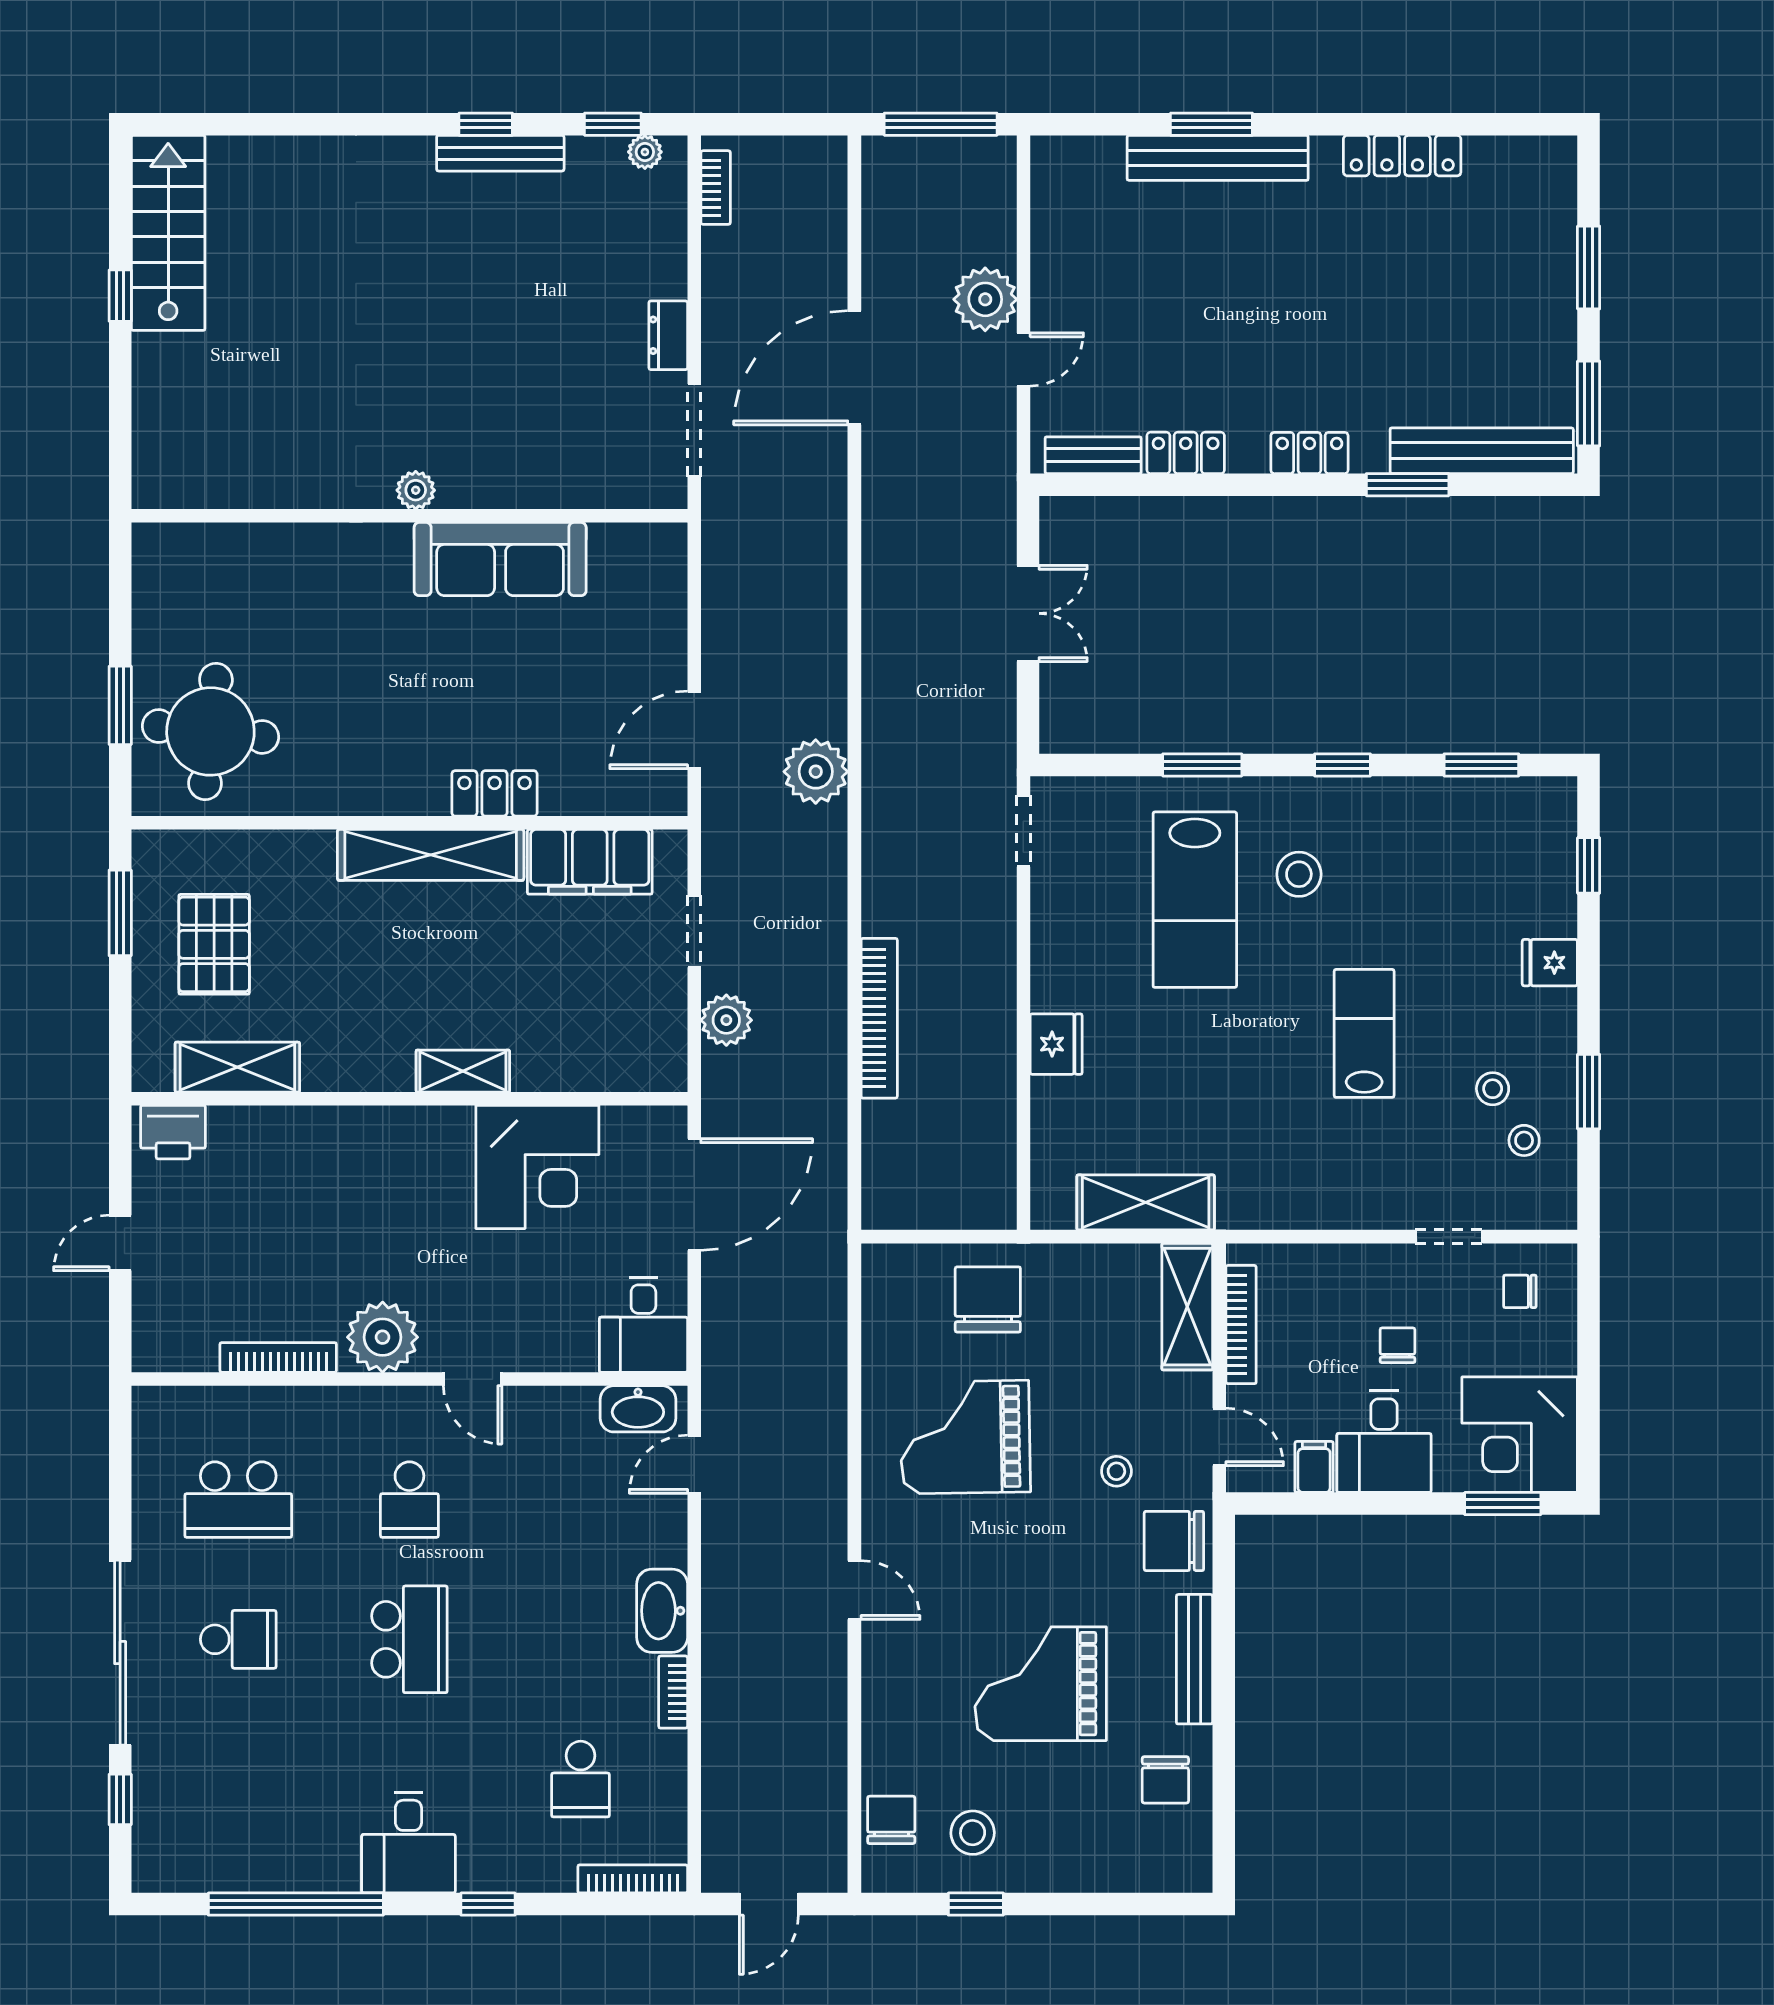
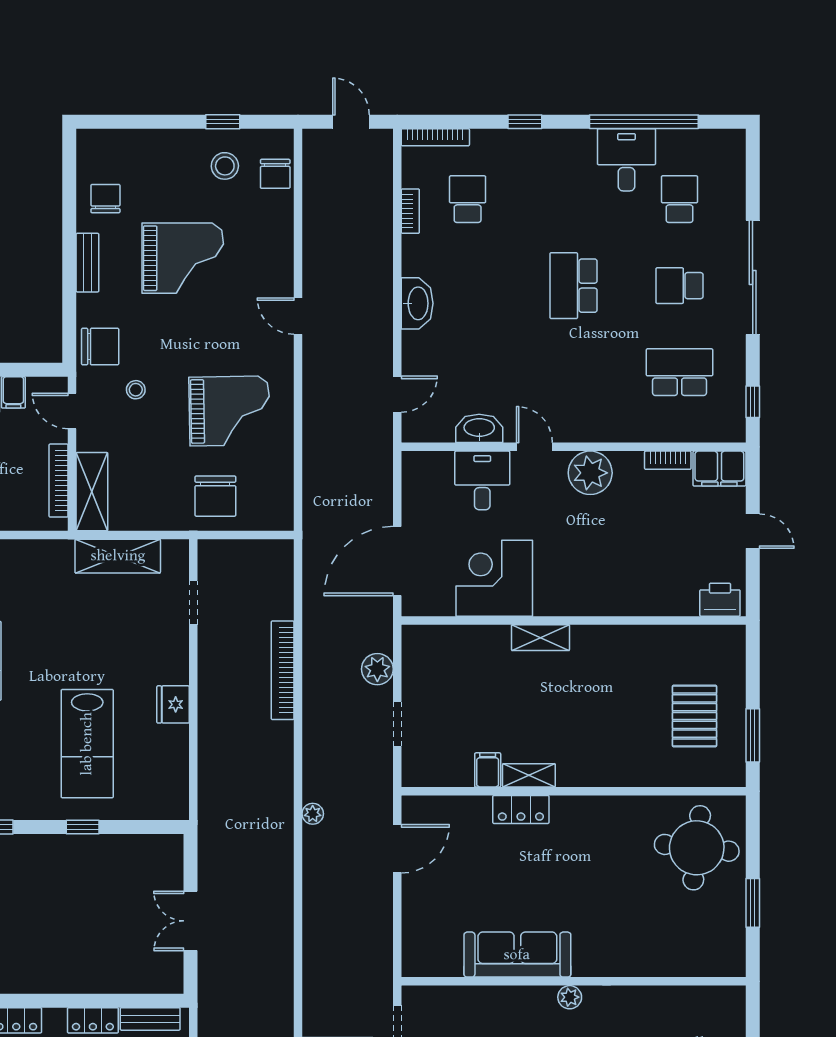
window: (120, 705) -> (753, 903), moved
window: (1202, 765) -> (83, 827), width x0.67
plant: (816, 772) -> (313, 814), width x0.53, depth x0.53
doorway: (1023, 831) -> (193, 603), moved
shelving: (431, 855) -> (529, 775), width x0.45, depth x0.75
filing cabinet: (590, 862) -> (488, 770), width x0.33, depth x0.86
stool: (1299, 874) -> (23, 759), removed
lab bench: (1195, 900) -> (87, 744), turned 180
fridge: (1056, 1044) -> (173, 704), moved
shelving: (237, 1067) -> (680, 640), removed
door: (120, 1243) -> (753, 531), hinge flipped
desk: (643, 1325) -> (482, 480), moved
filing cabinet: (174, 1344) -> (719, 469), added
bookcase: (278, 1357) -> (668, 460), width x0.64
washbasin: (638, 1409) -> (479, 428), moved
school desk: (409, 1500) -> (680, 199), moved
bench: (1194, 1659) -> (87, 263), width x0.73
bookcase: (673, 1692) -> (410, 211), moved
window: (120, 1799) -> (753, 402), moved
desk: (408, 1843) -> (626, 160), moved
door: (769, 1904) -> (351, 122), hinge flipped

